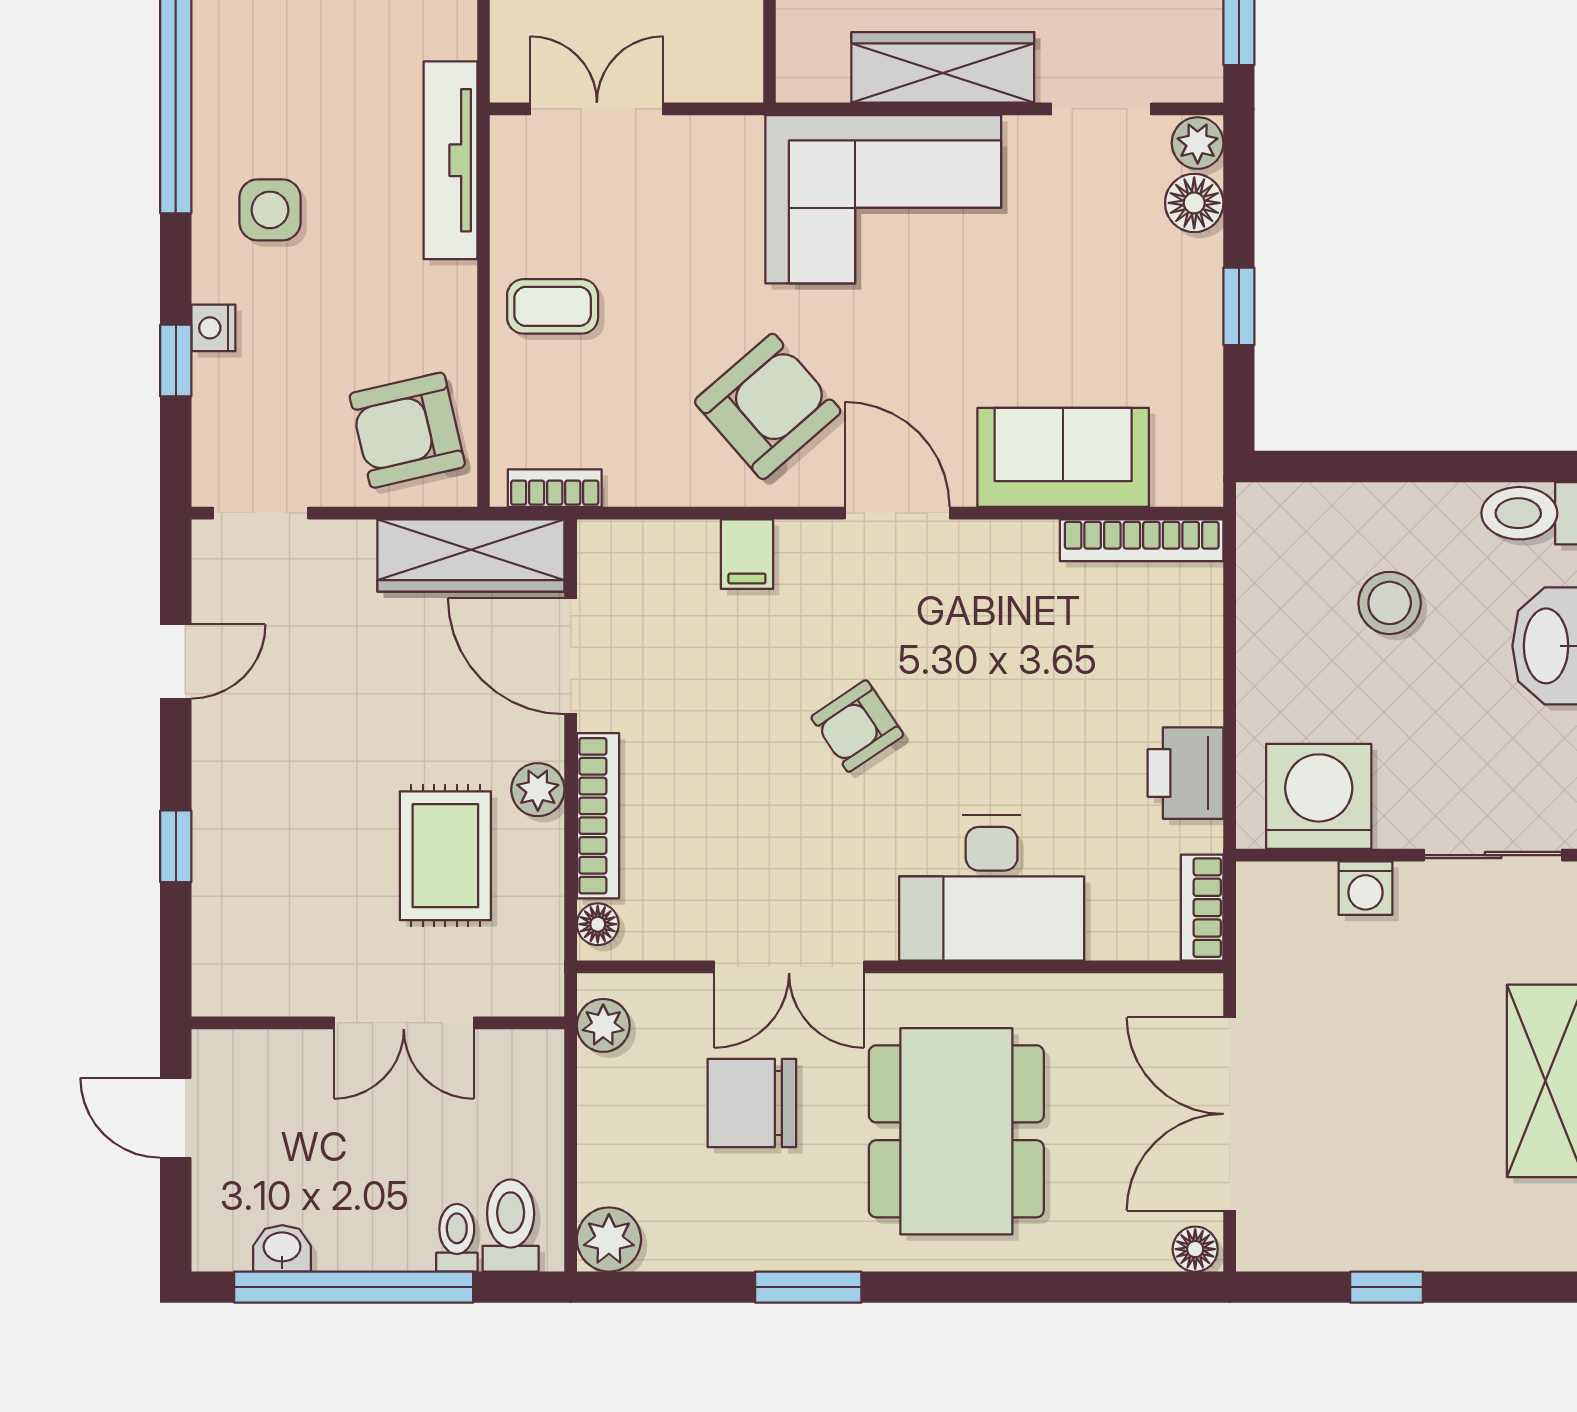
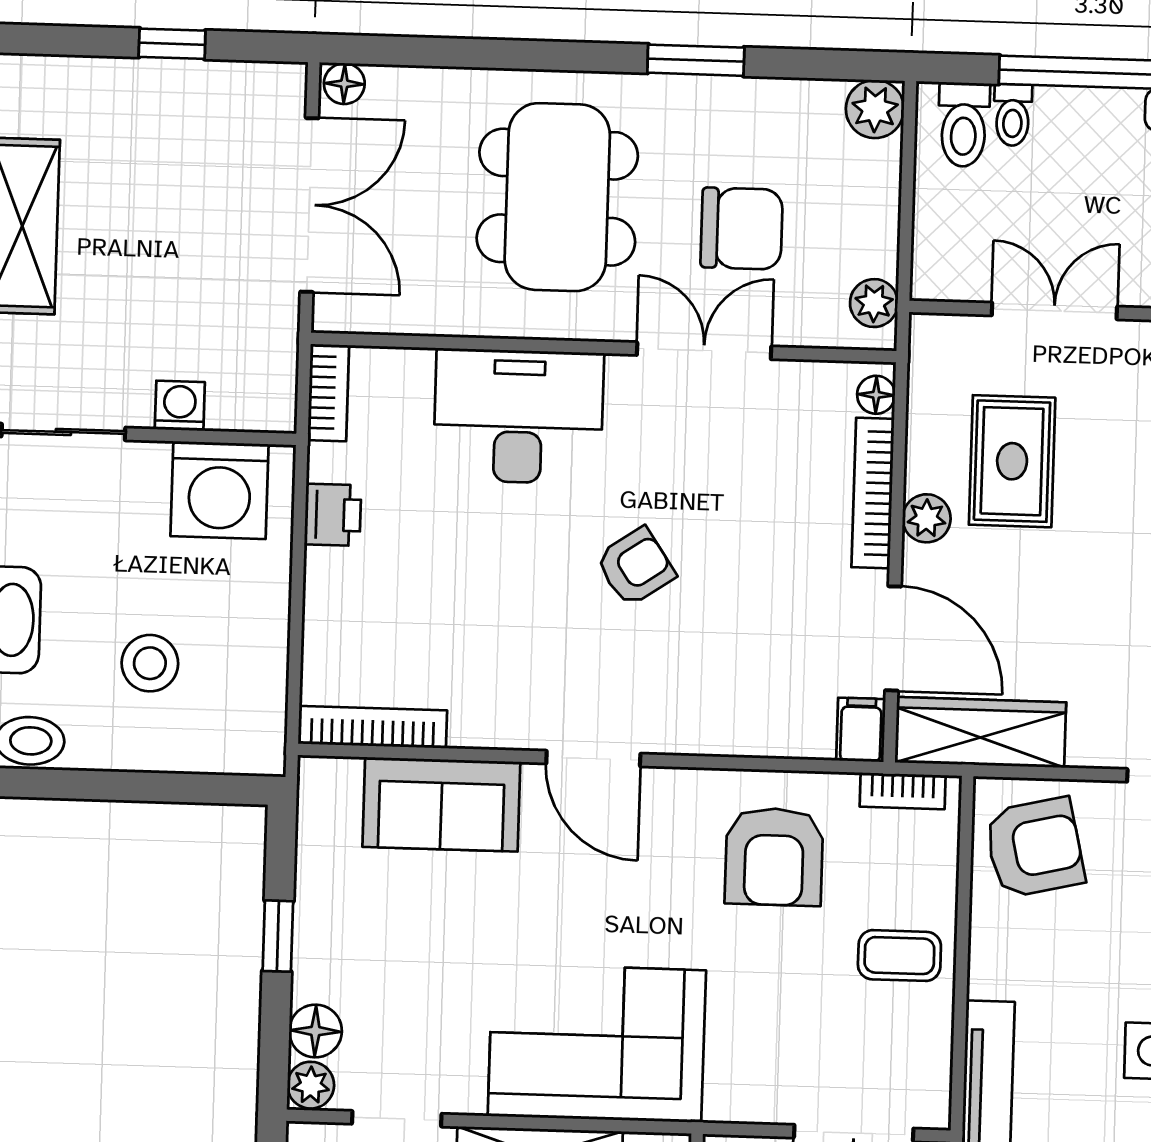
armchair: (768, 406) -> (774, 857), moved, turned -49
filing cabinet: (747, 554) -> (861, 730), moved
printer: (1186, 773) -> (333, 515), width x0.73, depth x0.81

